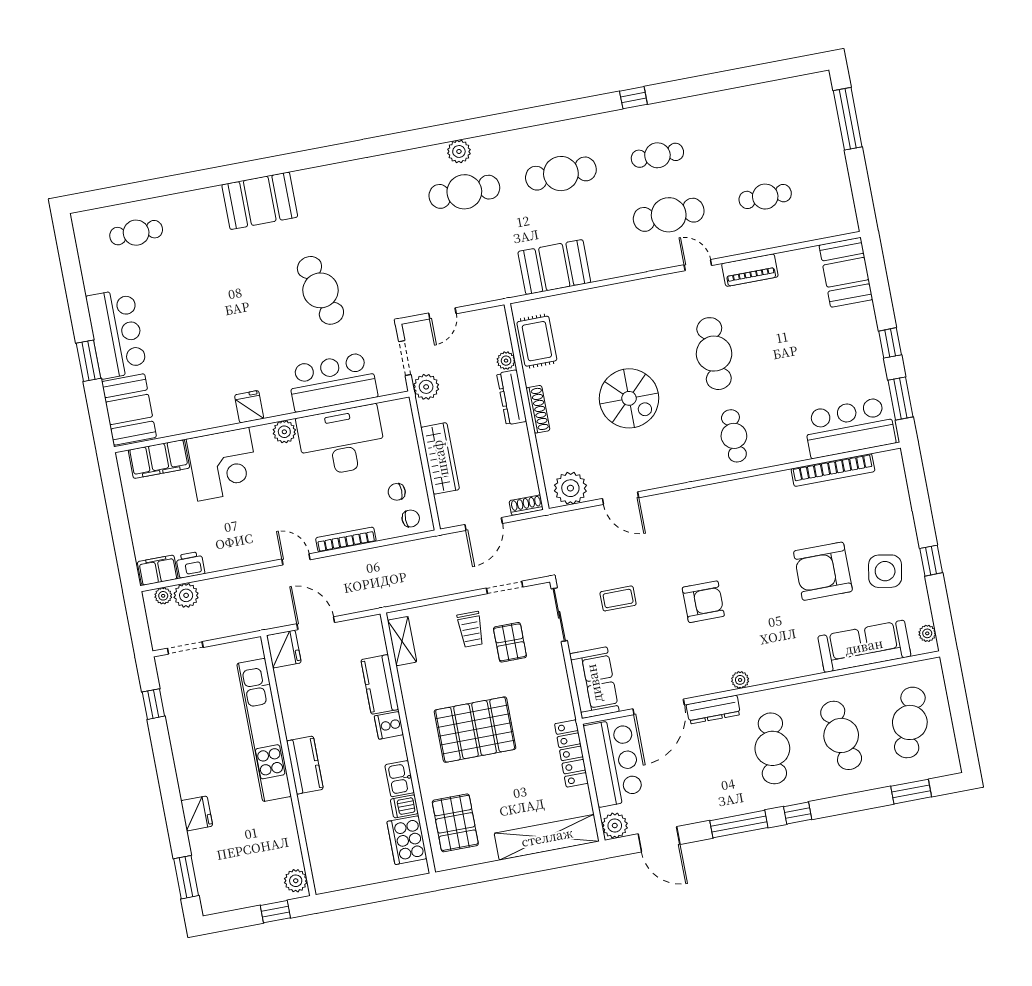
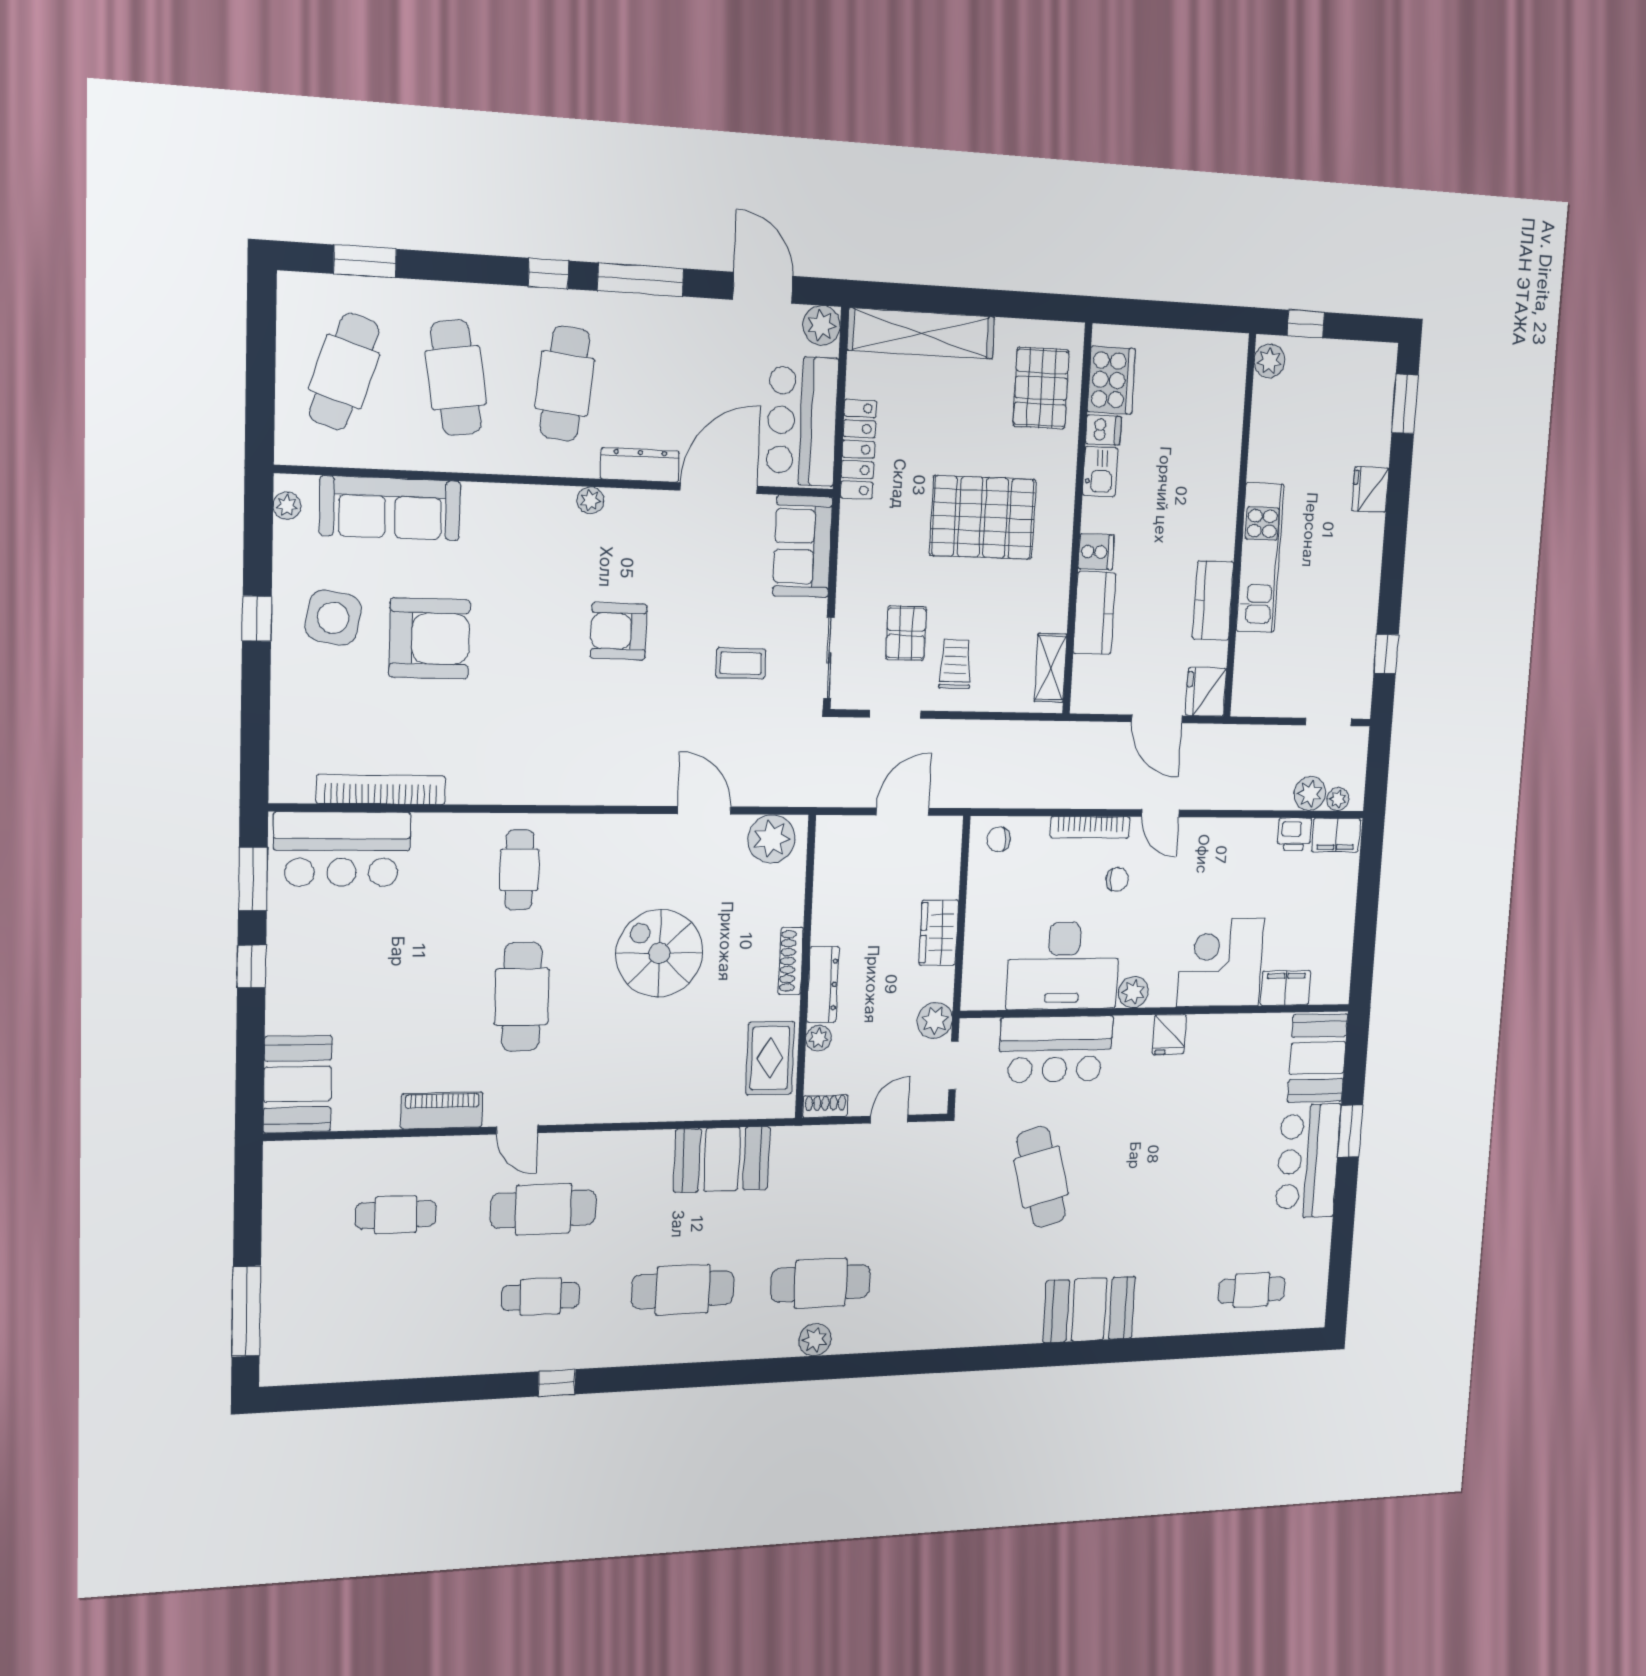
wardrobe: (440, 458) -> (939, 933), width x0.67
filing cabinet: (159, 459) -> (1286, 988), width x0.67, depth x0.86
chair: (397, 492) -> (1117, 879), moved
shoe rack: (526, 505) -> (825, 1106), moved, turned 180
kitchen unit: (264, 730) -> (1260, 558), width x0.73
kitchen counter: (305, 765) -> (1213, 601), moved

